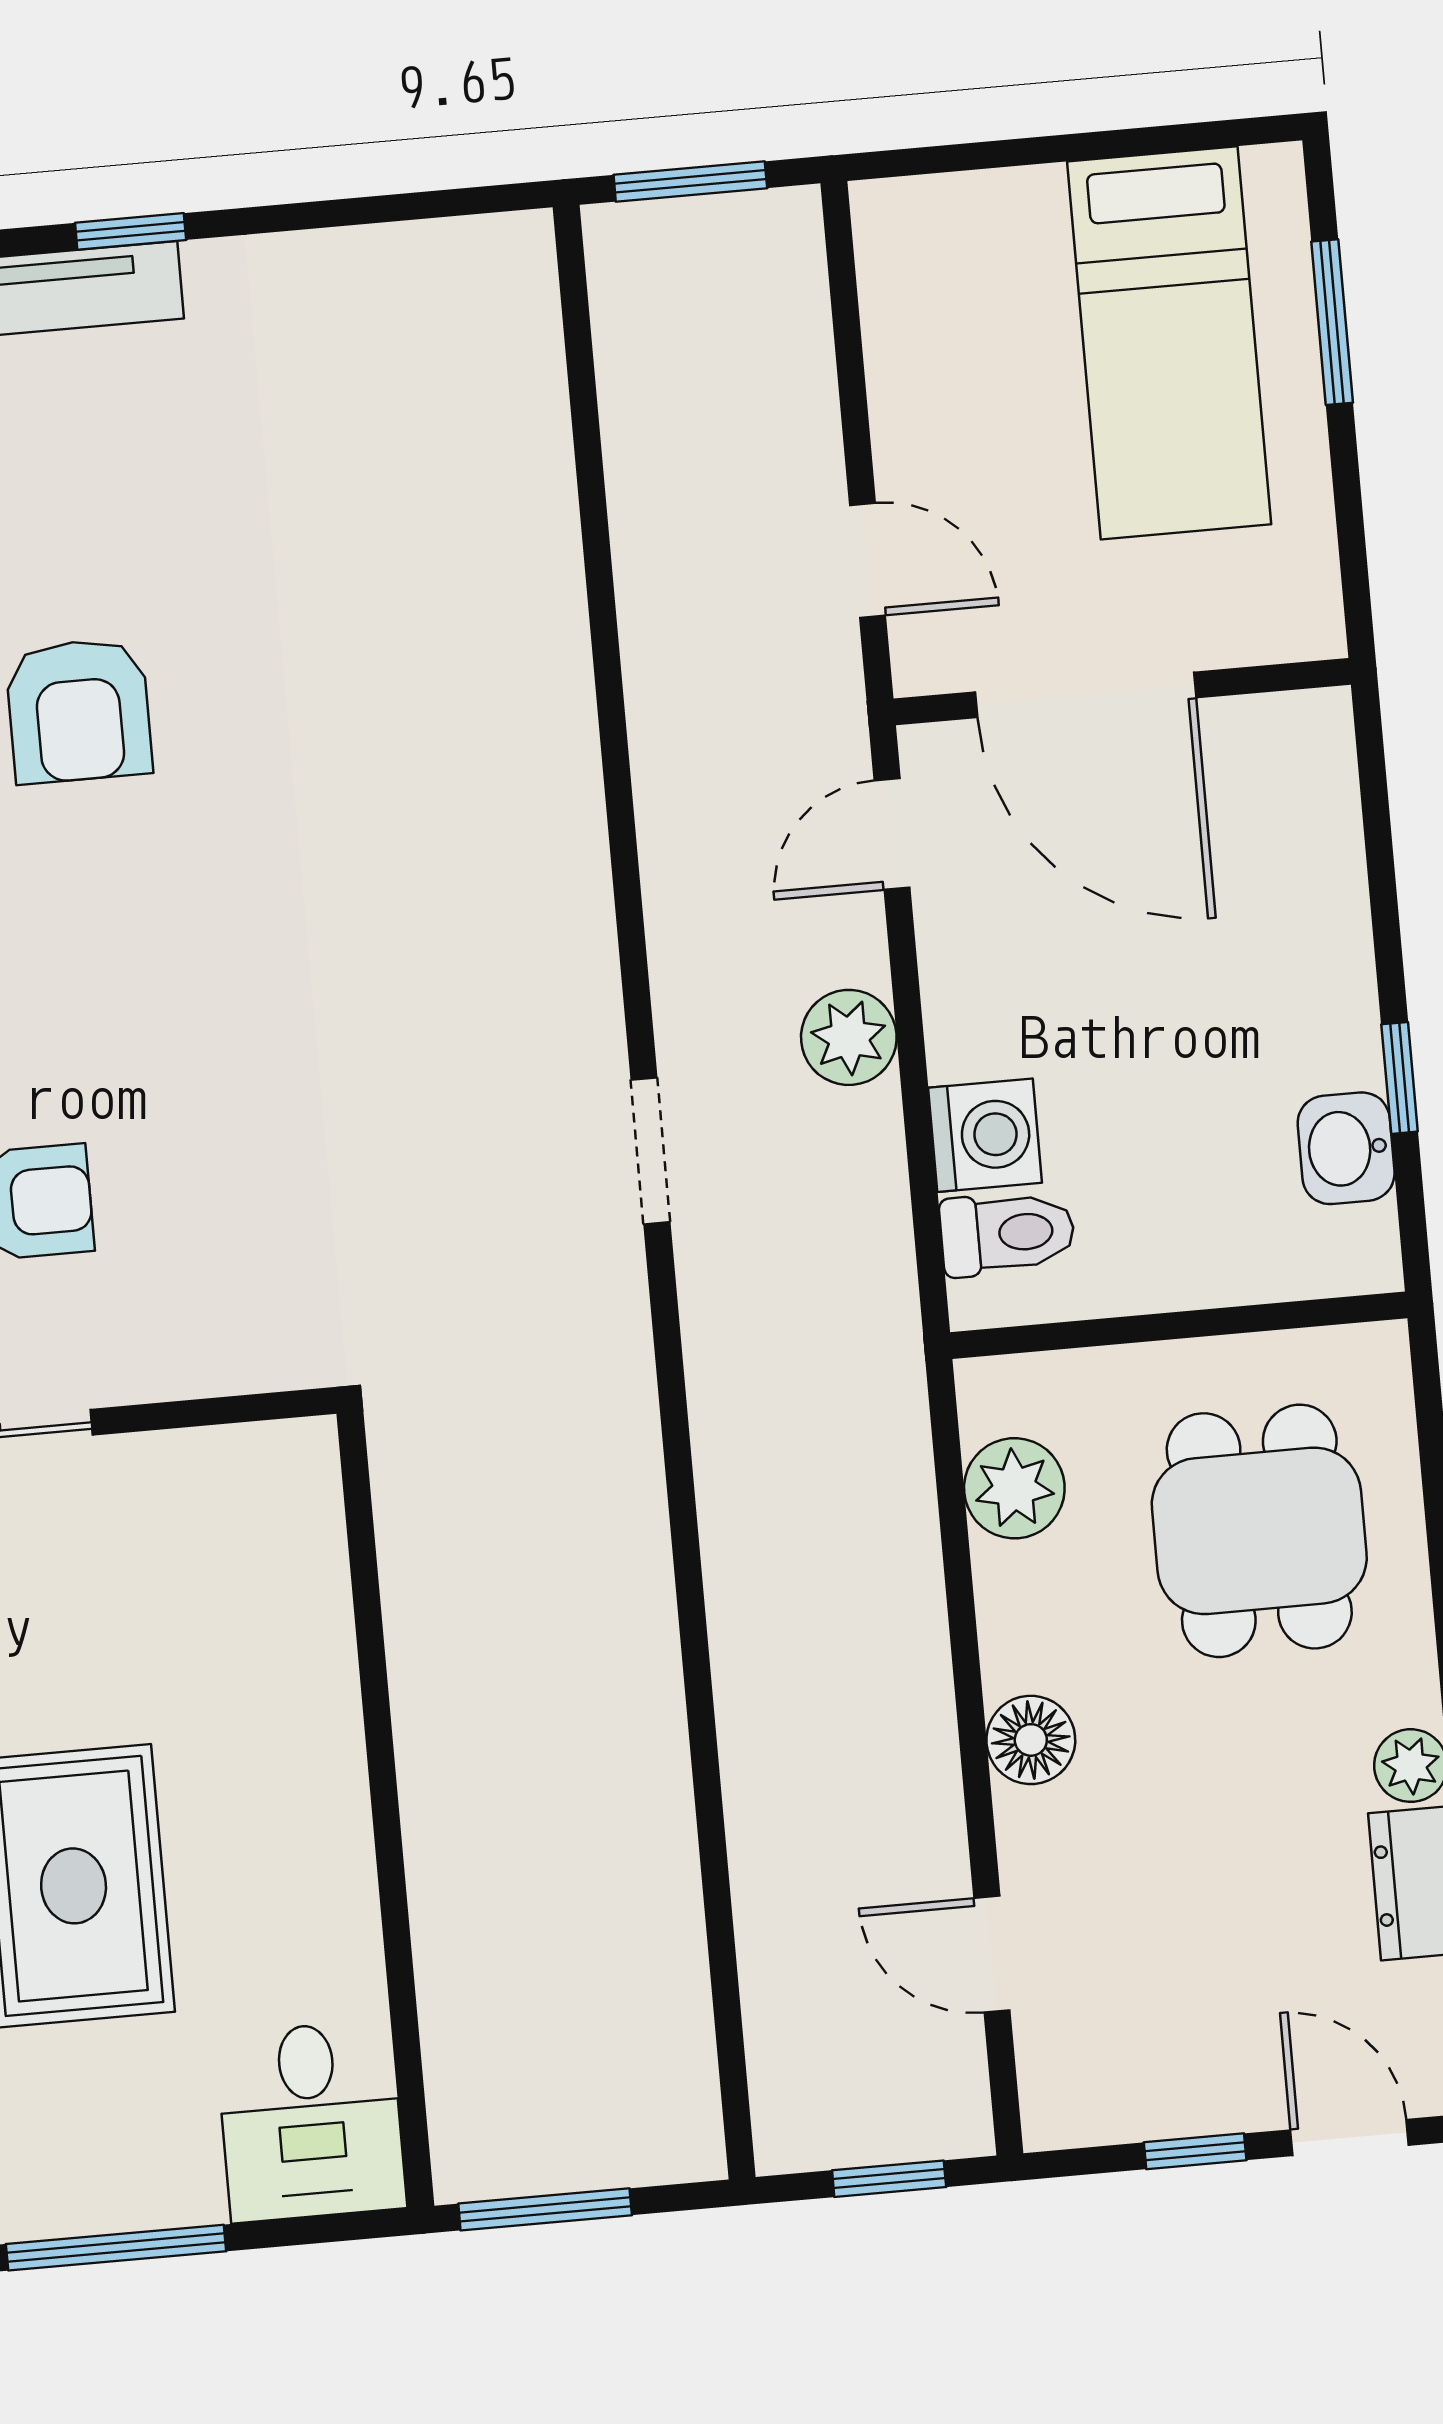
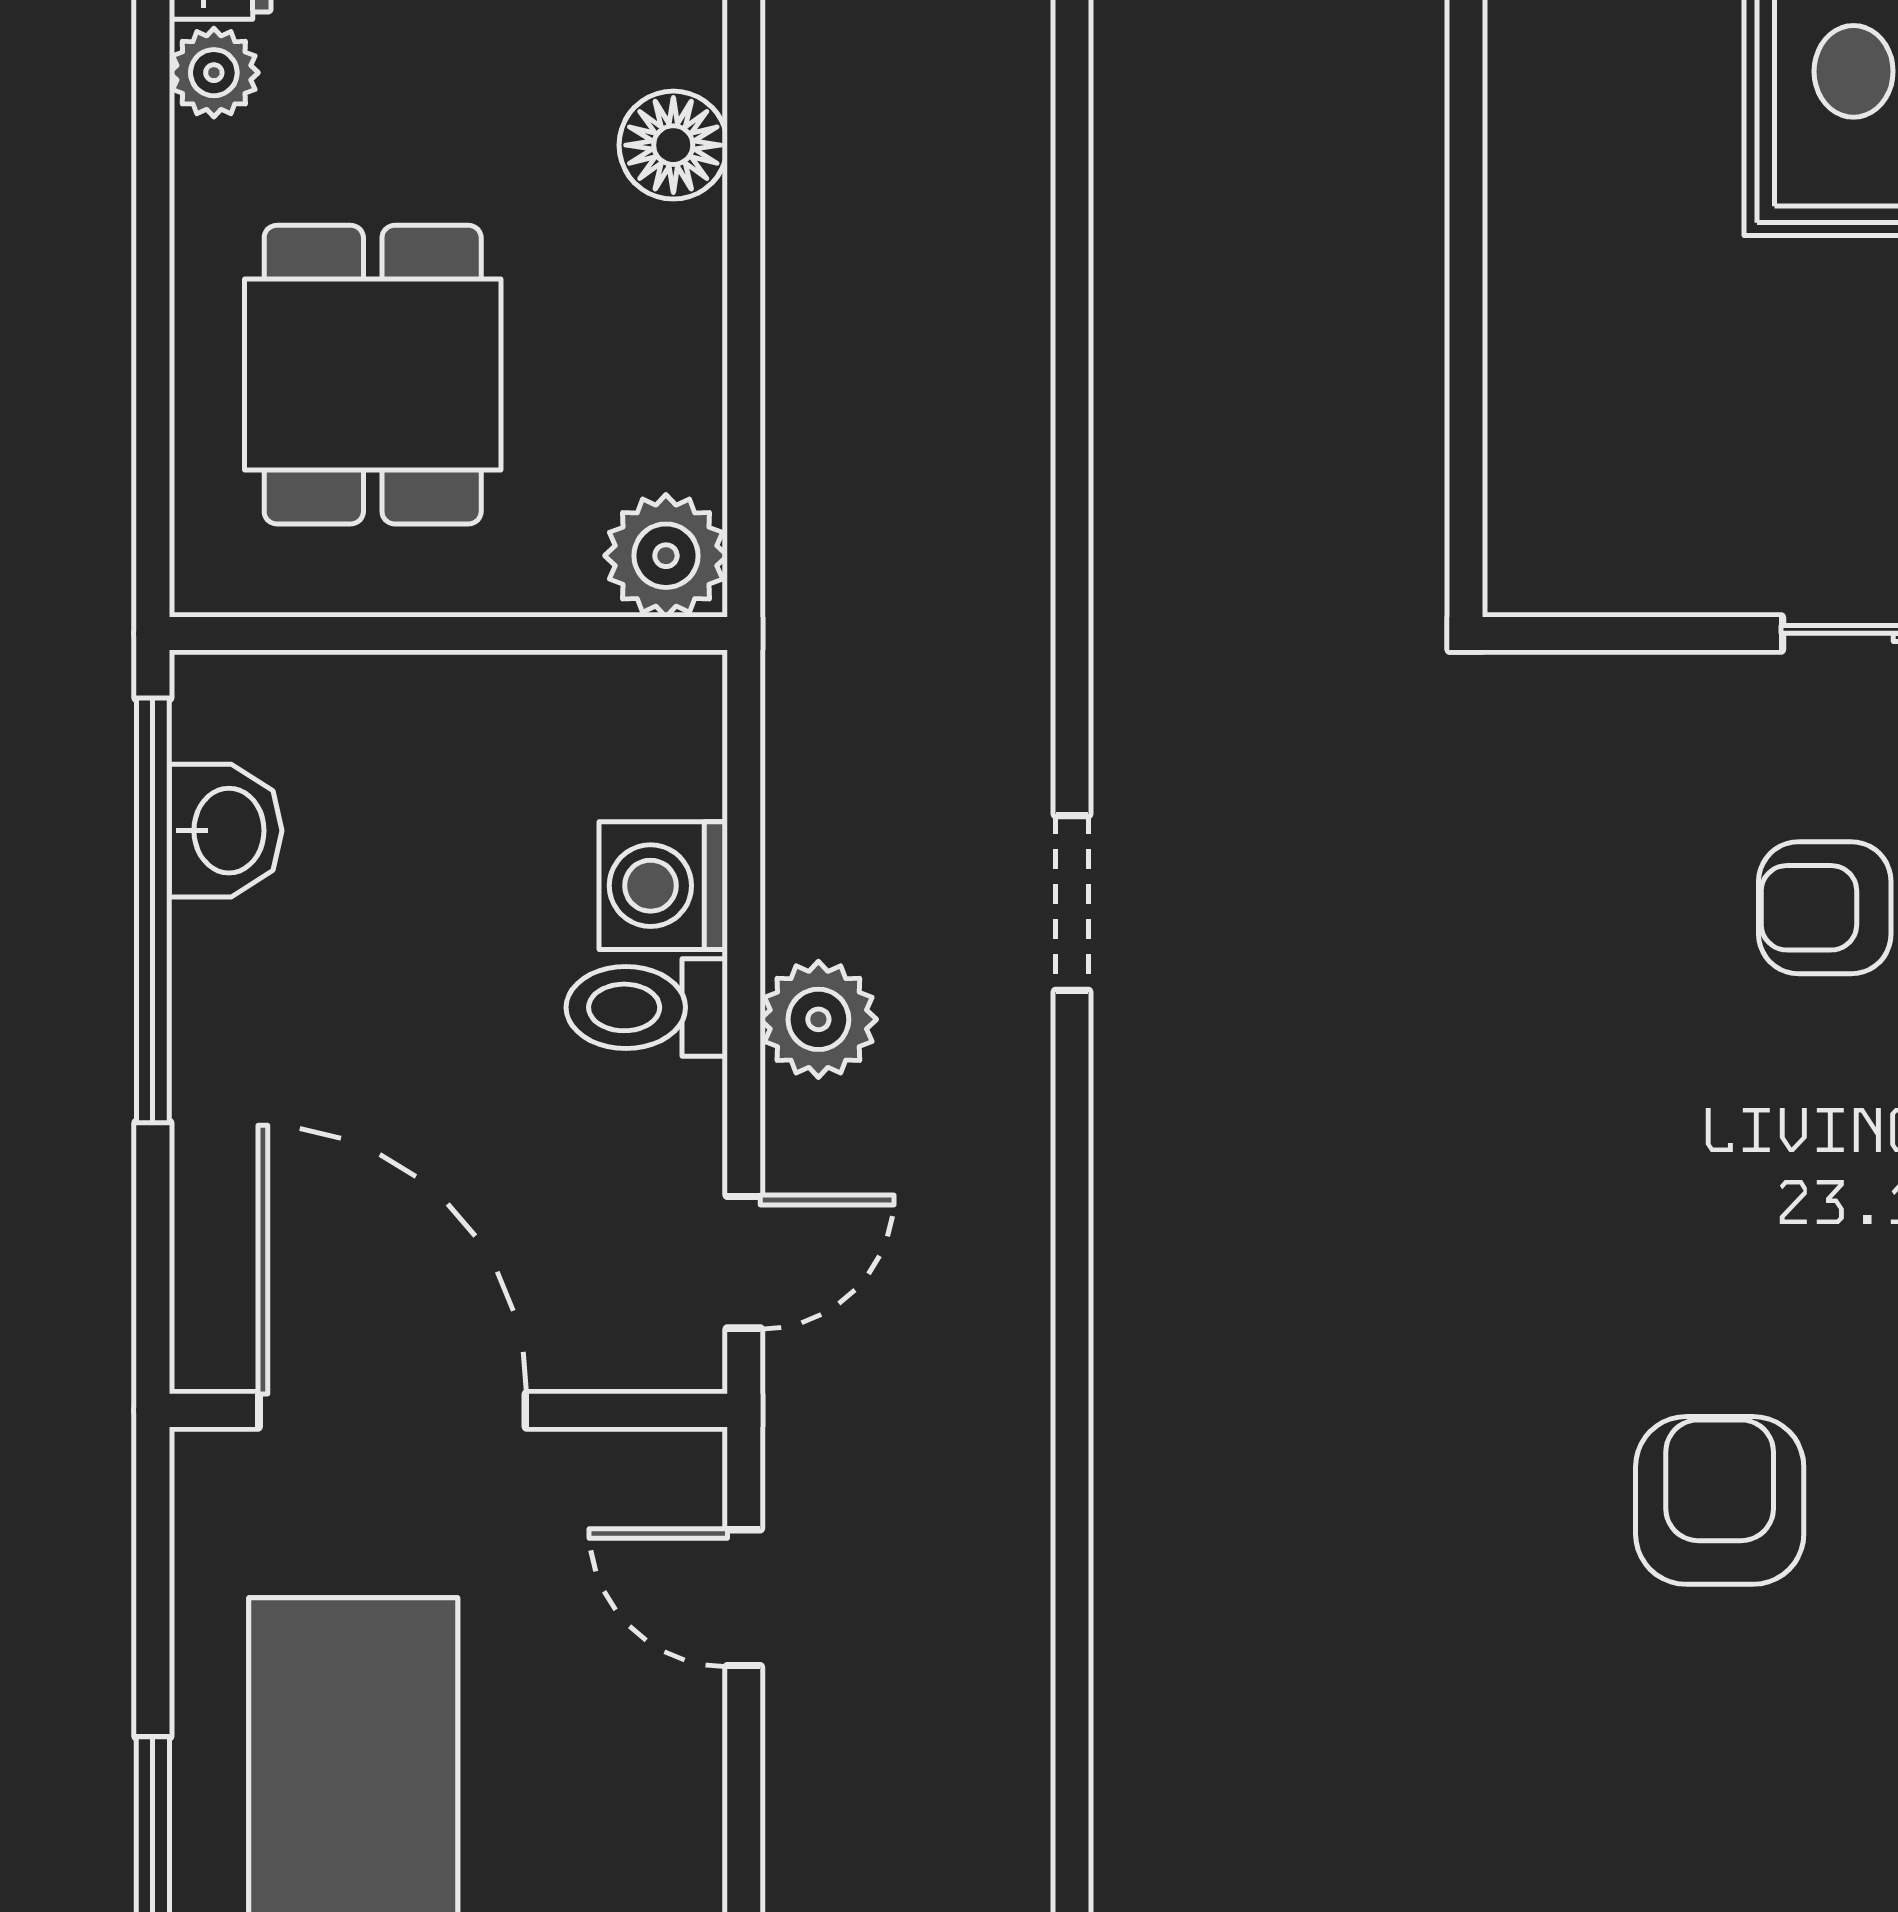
door: (1086, 695) -> (392, 1410), moved
window: (1400, 1078) -> (153, 910), width x3.17
toilet: (1007, 1233) -> (647, 1007), moved
plant: (1014, 1488) -> (666, 556), moved

